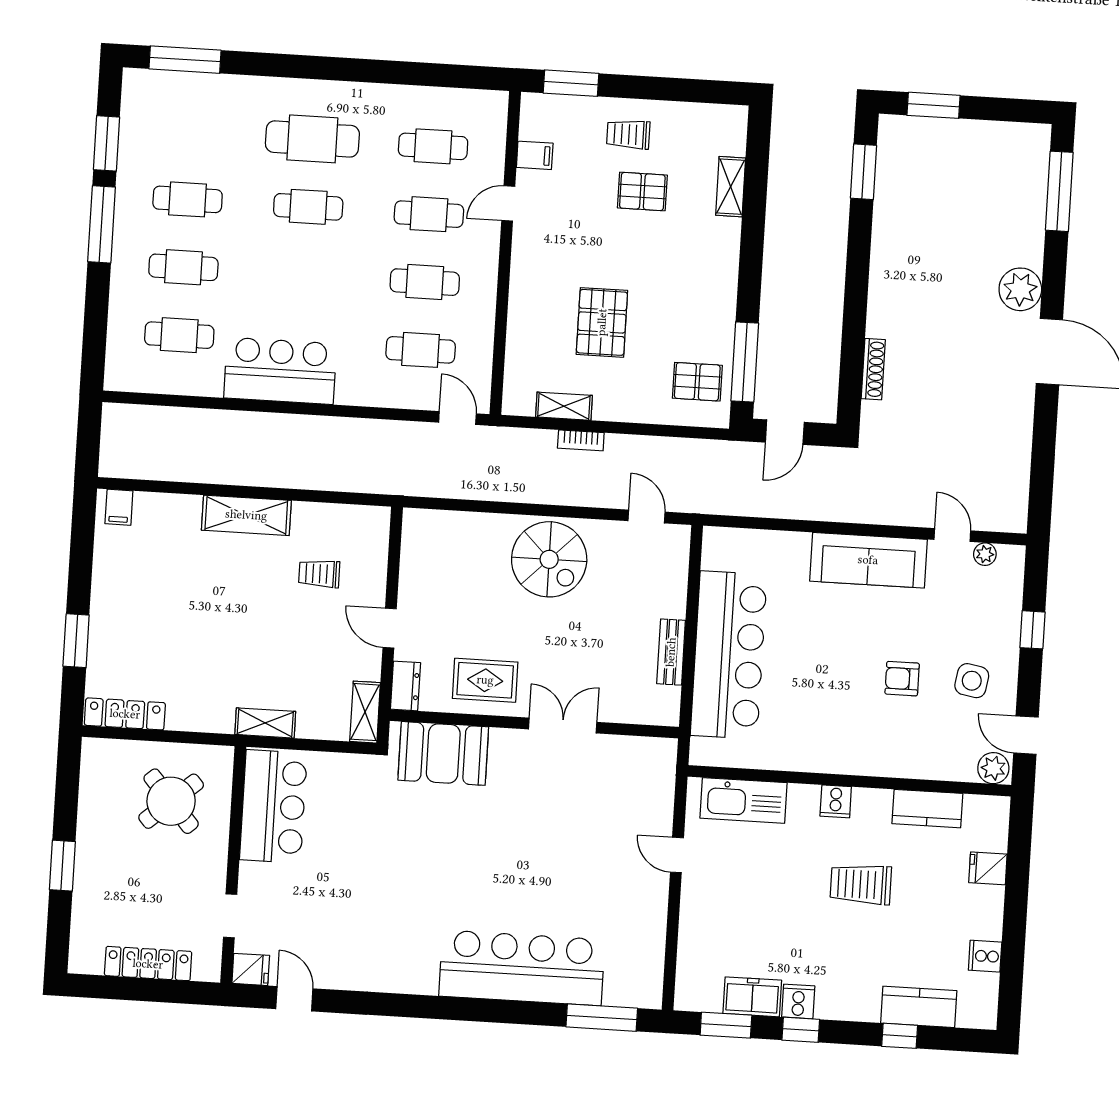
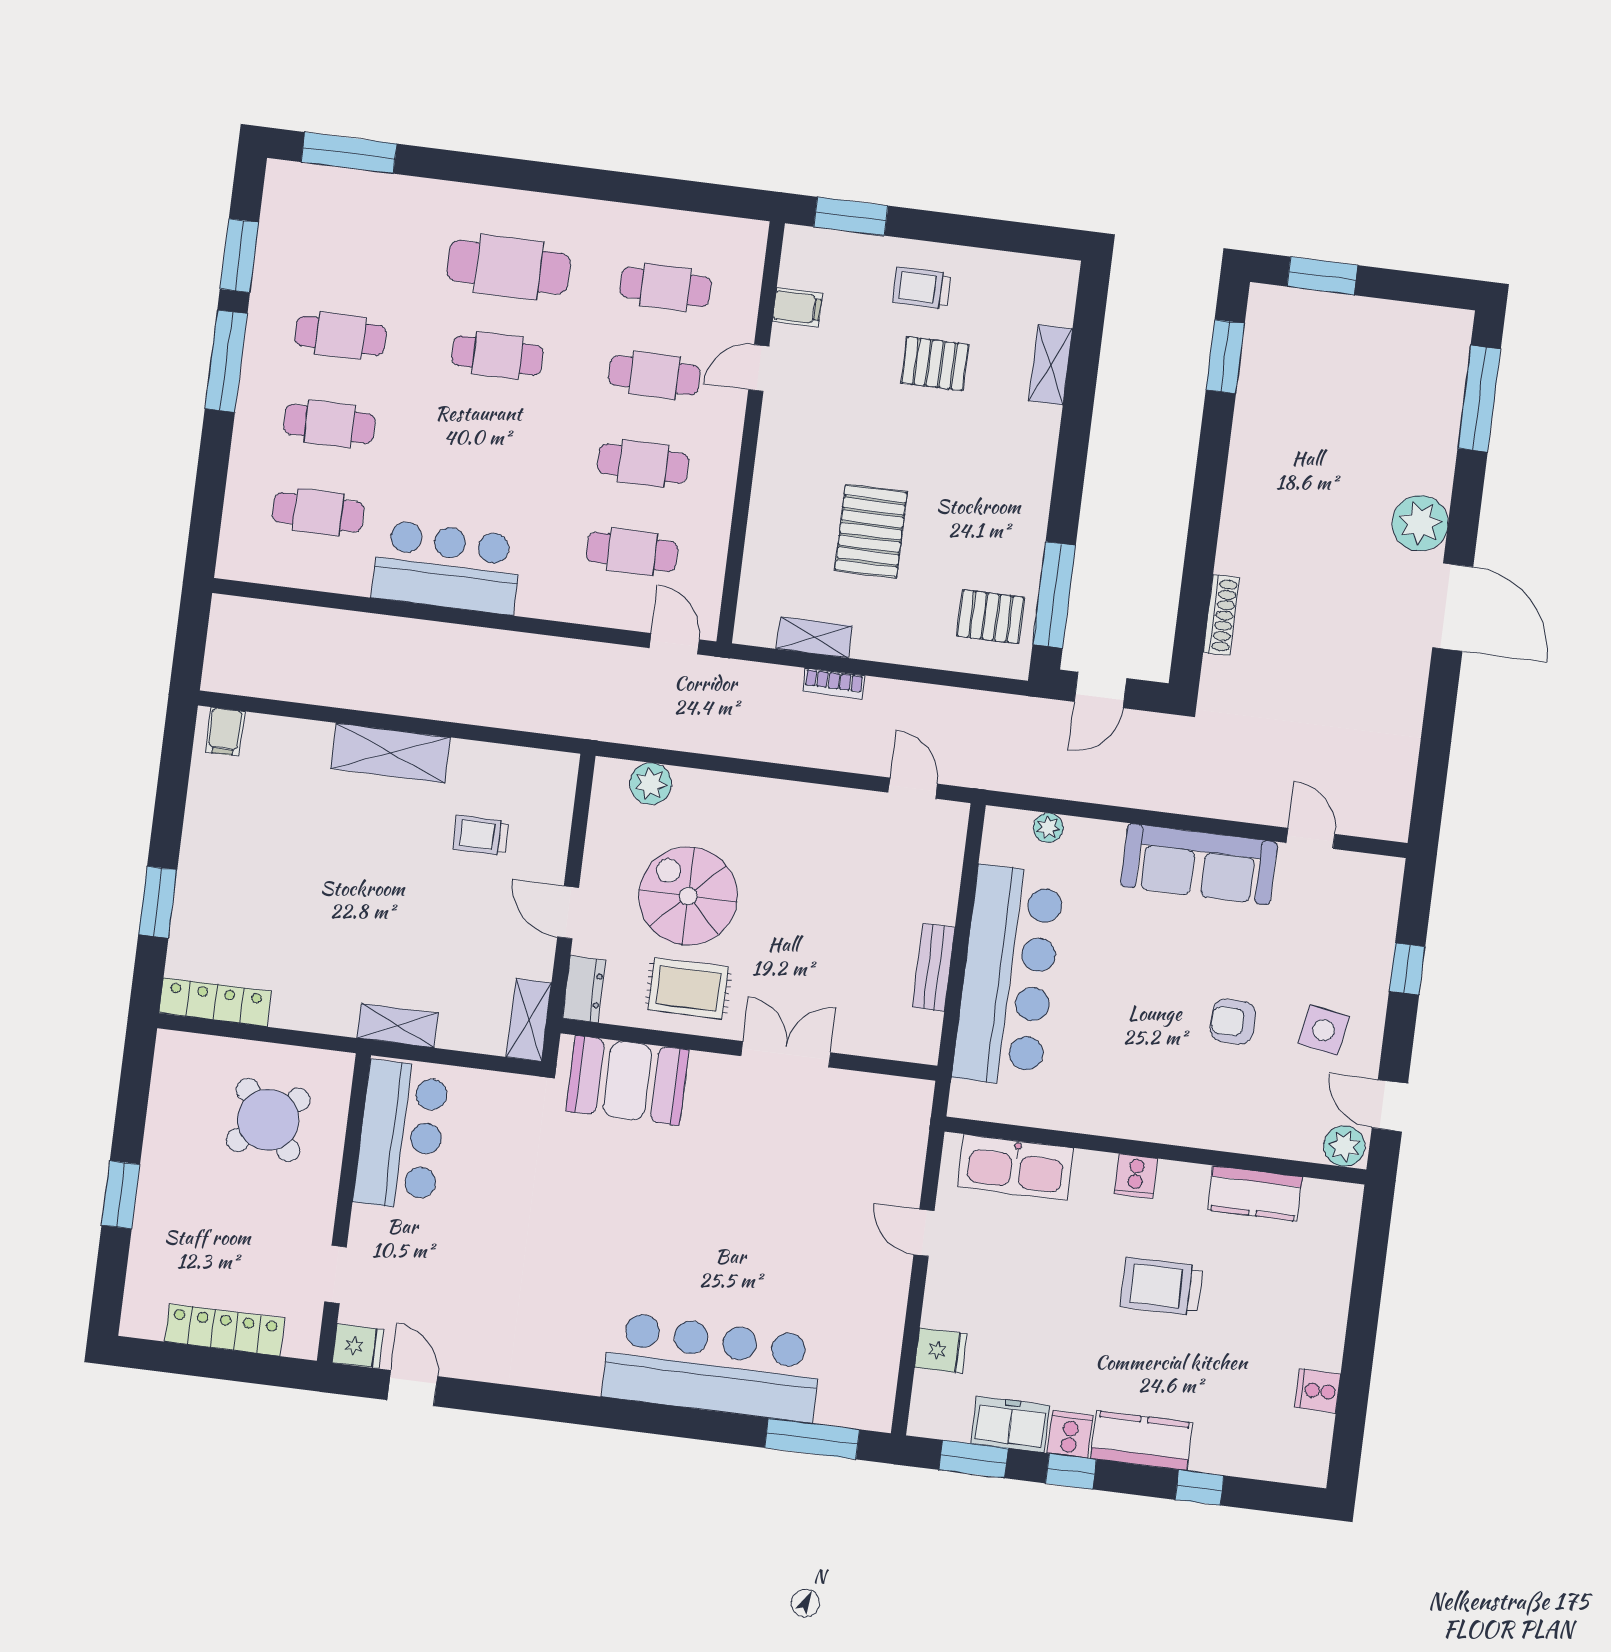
plant: (446, 526) -> (651, 784), added
plant: (985, 554) -> (1048, 828), moved
spiral stairs: (549, 559) -> (688, 896), moved, turned 180
fridge: (988, 868) -> (941, 1351), moved, turned 180
kitchen counter: (919, 1007) -> (1142, 1441), moved

